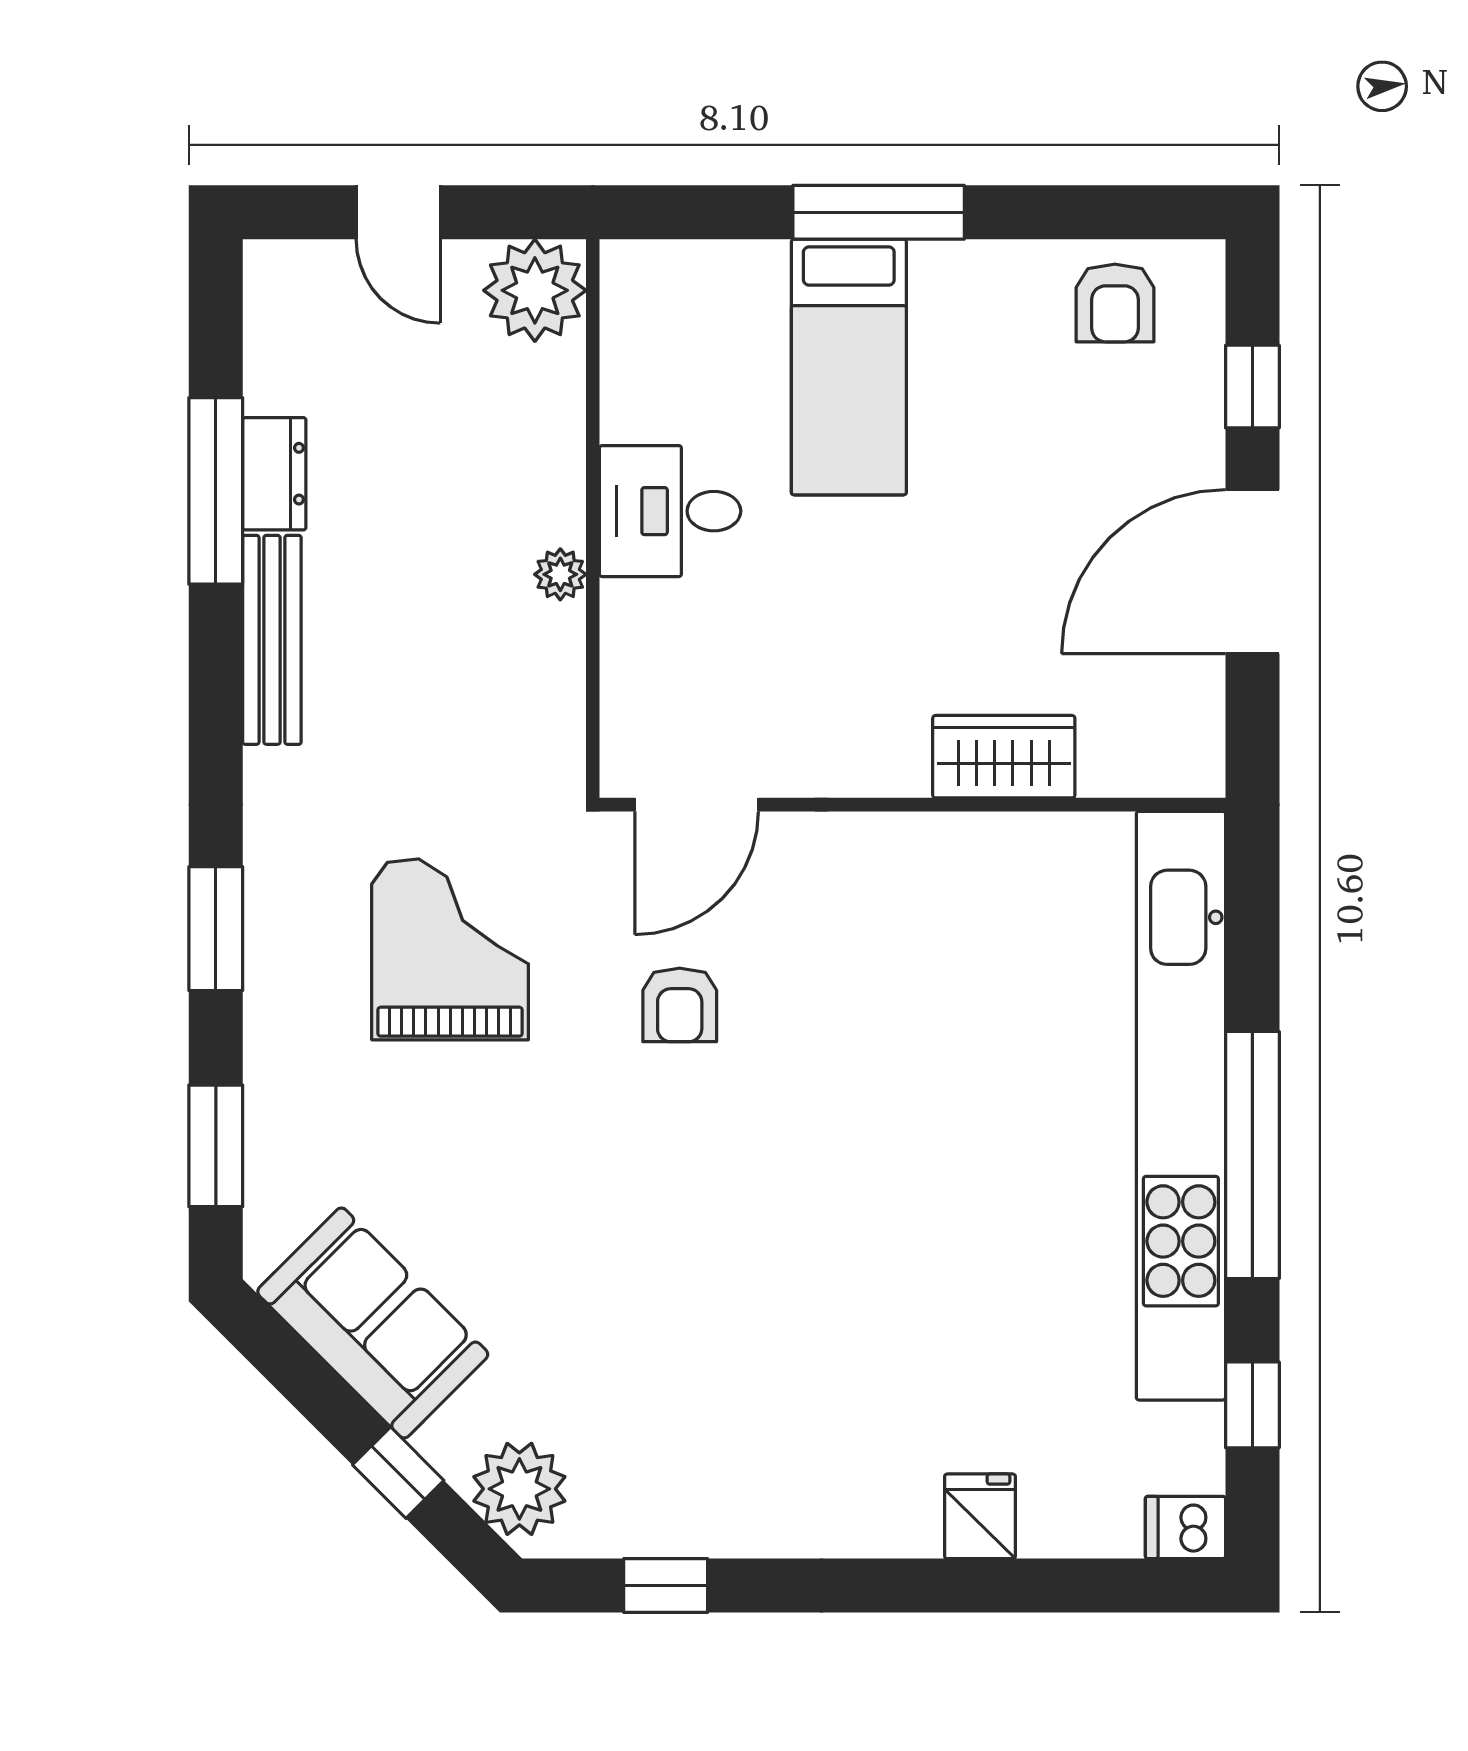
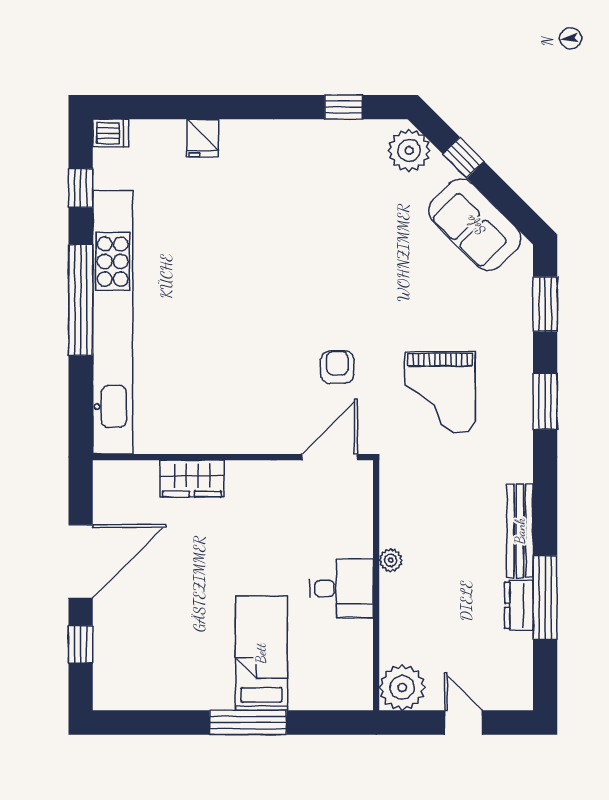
armchair: (1115, 303) -> (142, 682), removed

